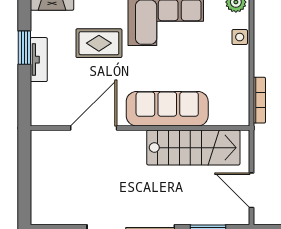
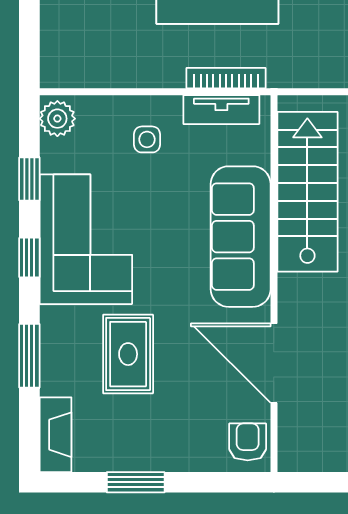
side table: (240, 37) -> (147, 139), moved
tv unit: (39, 60) -> (221, 110), moved, turned 180
armchair: (48, 113) -> (248, 442), added

